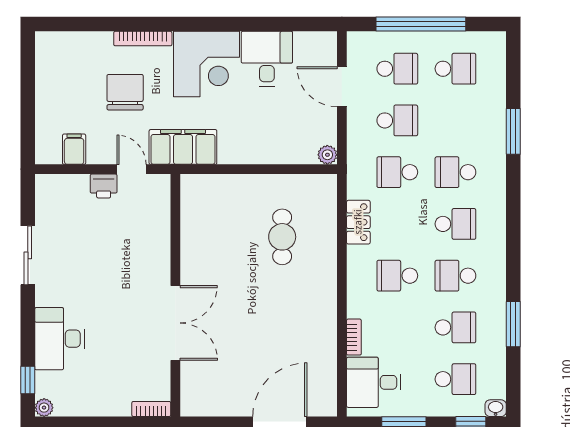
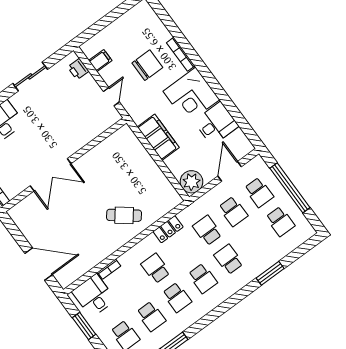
filing cabinet: (183, 147) -> (158, 137), moved
plant: (327, 155) -> (191, 182), width x1.88, depth x1.88
printer: (104, 186) -> (78, 69), moved
cafe table: (282, 237) -> (124, 215), moved, turned 38
school desk: (455, 276) -> (177, 297), turned 180

